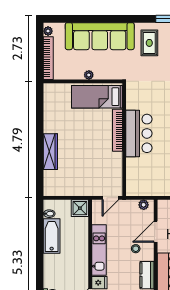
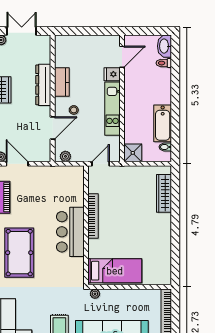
plant: (89, 75) -> (95, 294), moved
bookcase: (117, 130) -> (93, 216), moved
wardrobe: (50, 152) -> (164, 193), moved

